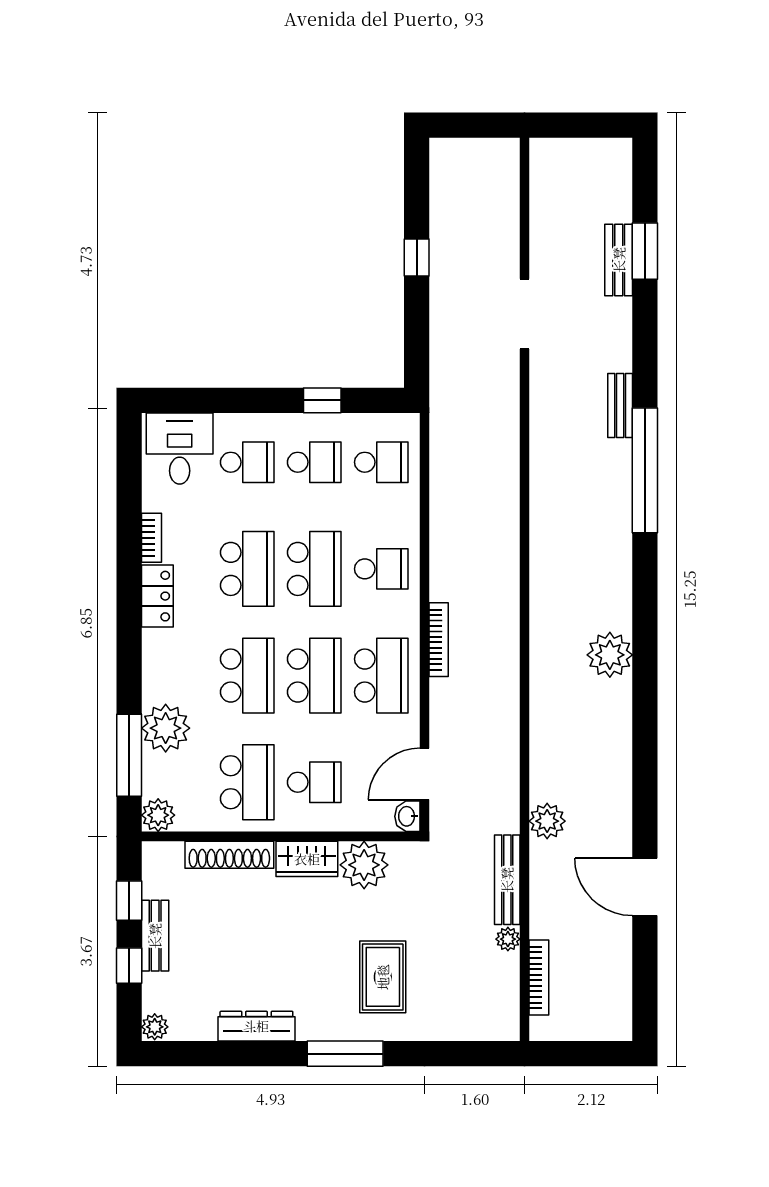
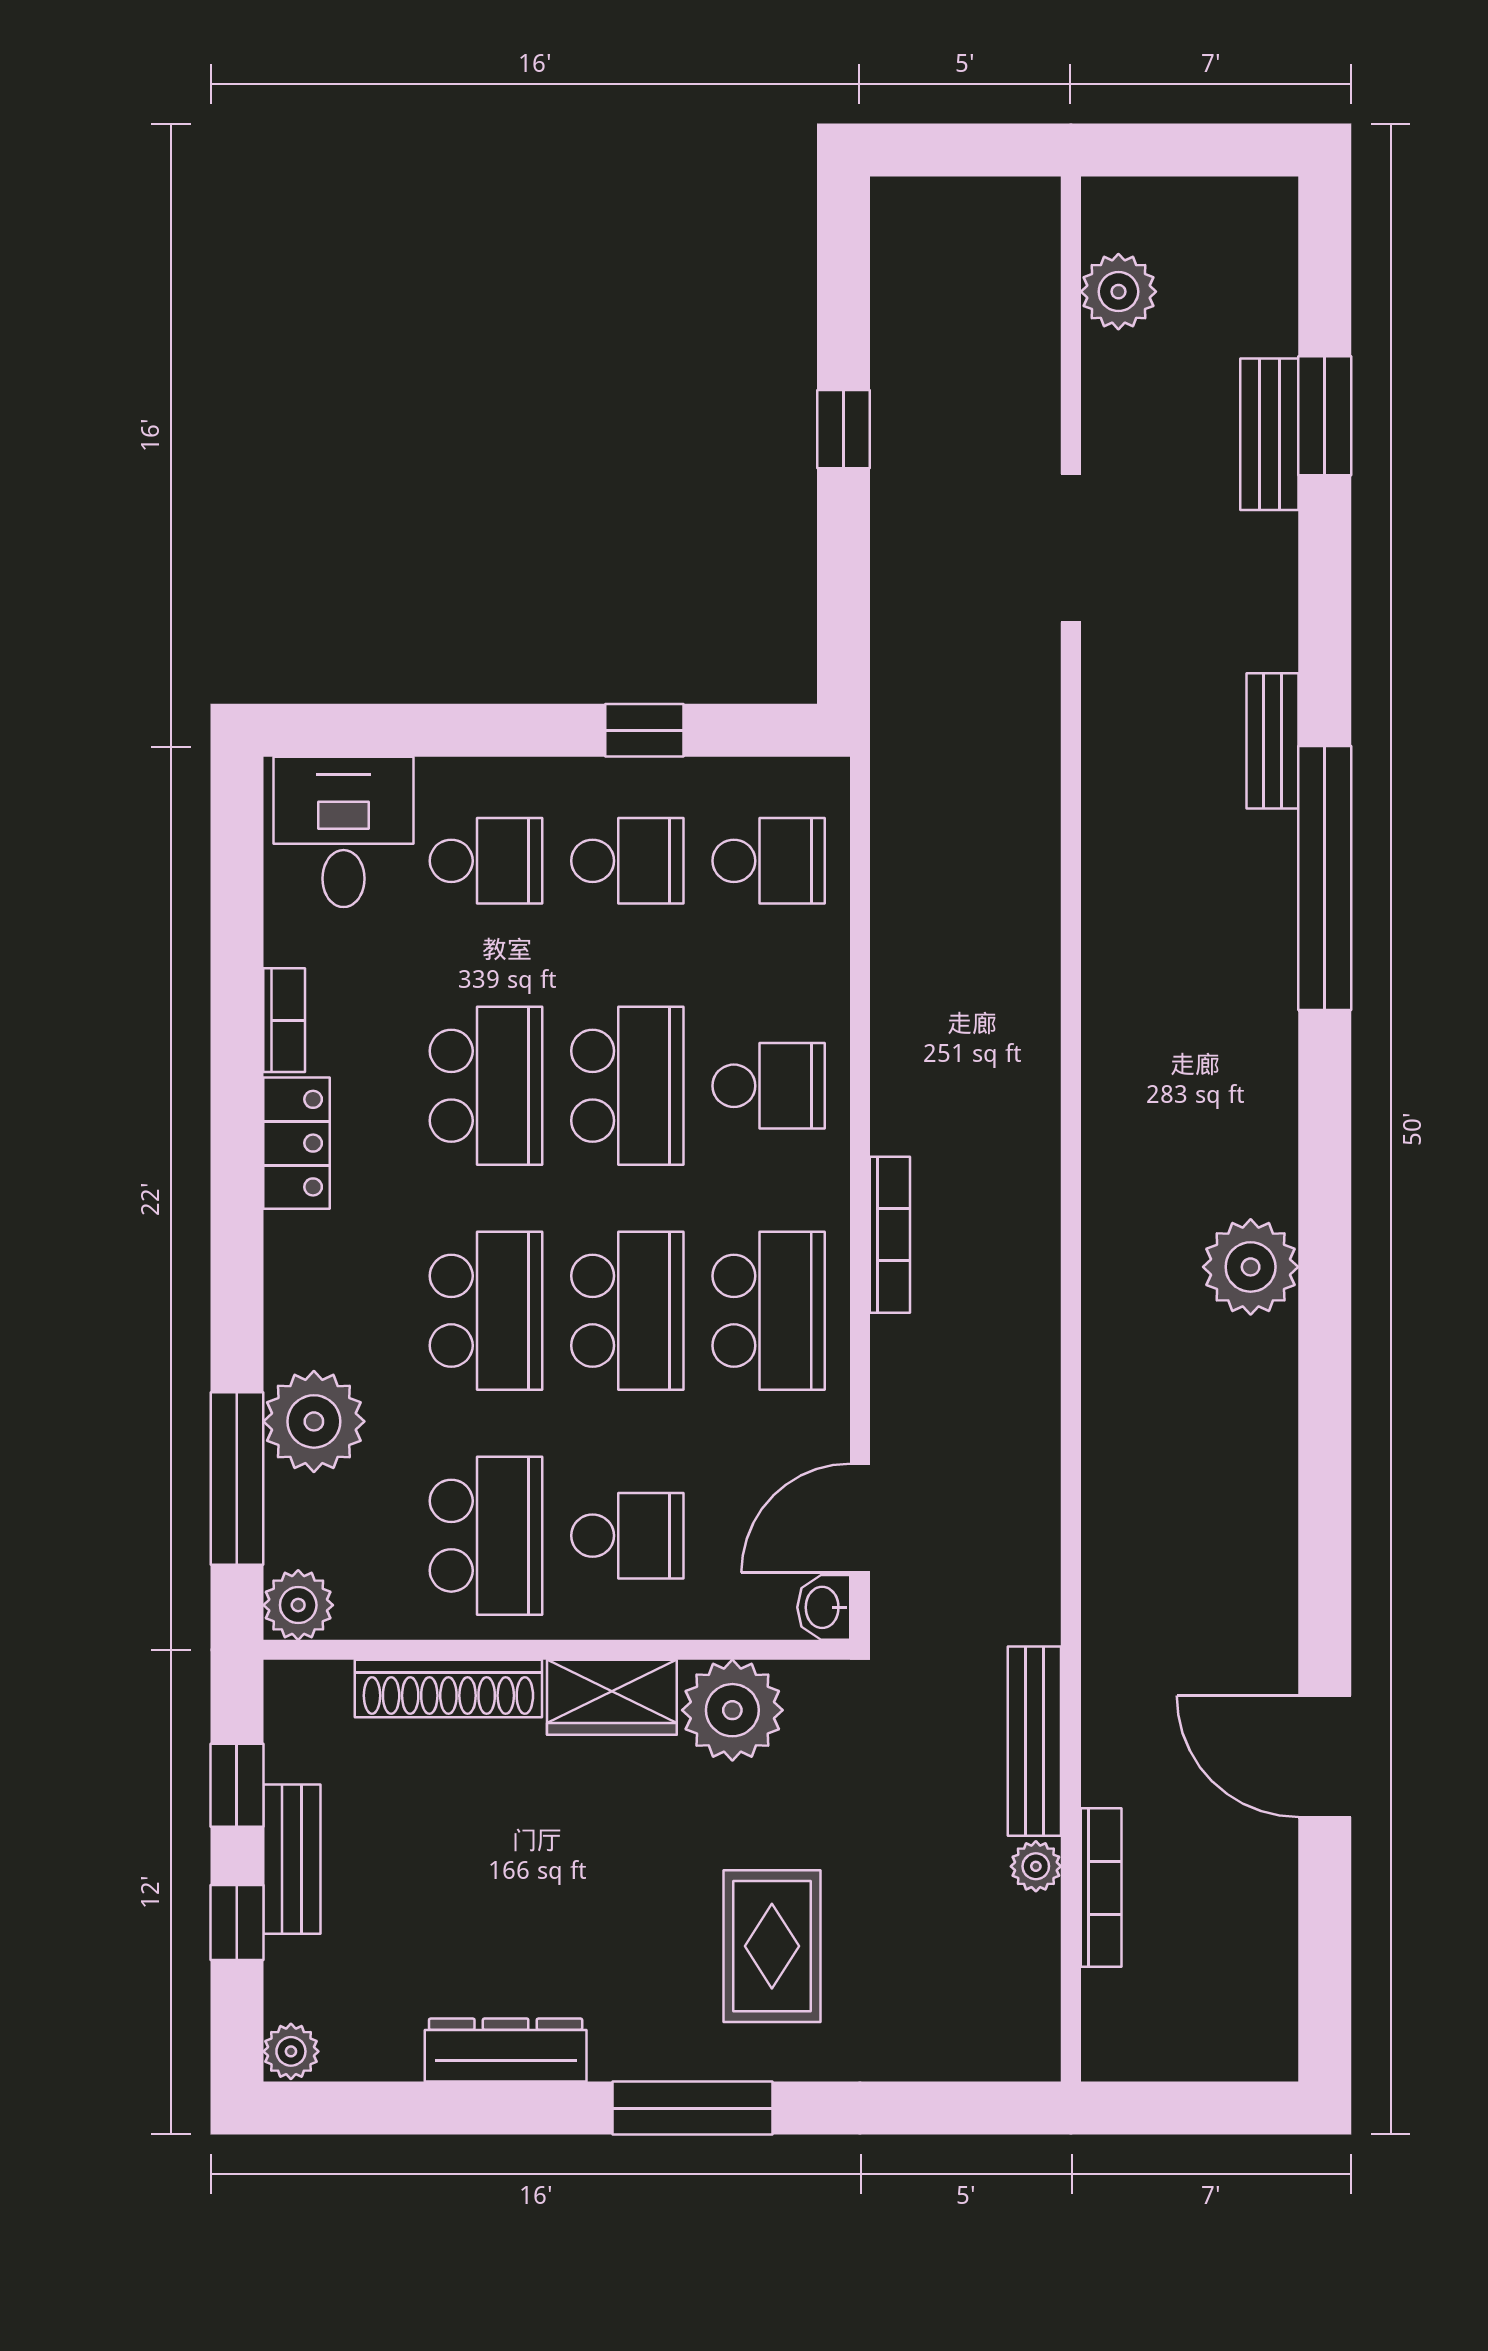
plant: (547, 821) -> (1118, 292), moved
bookcase: (539, 978) -> (1101, 1888), moved

